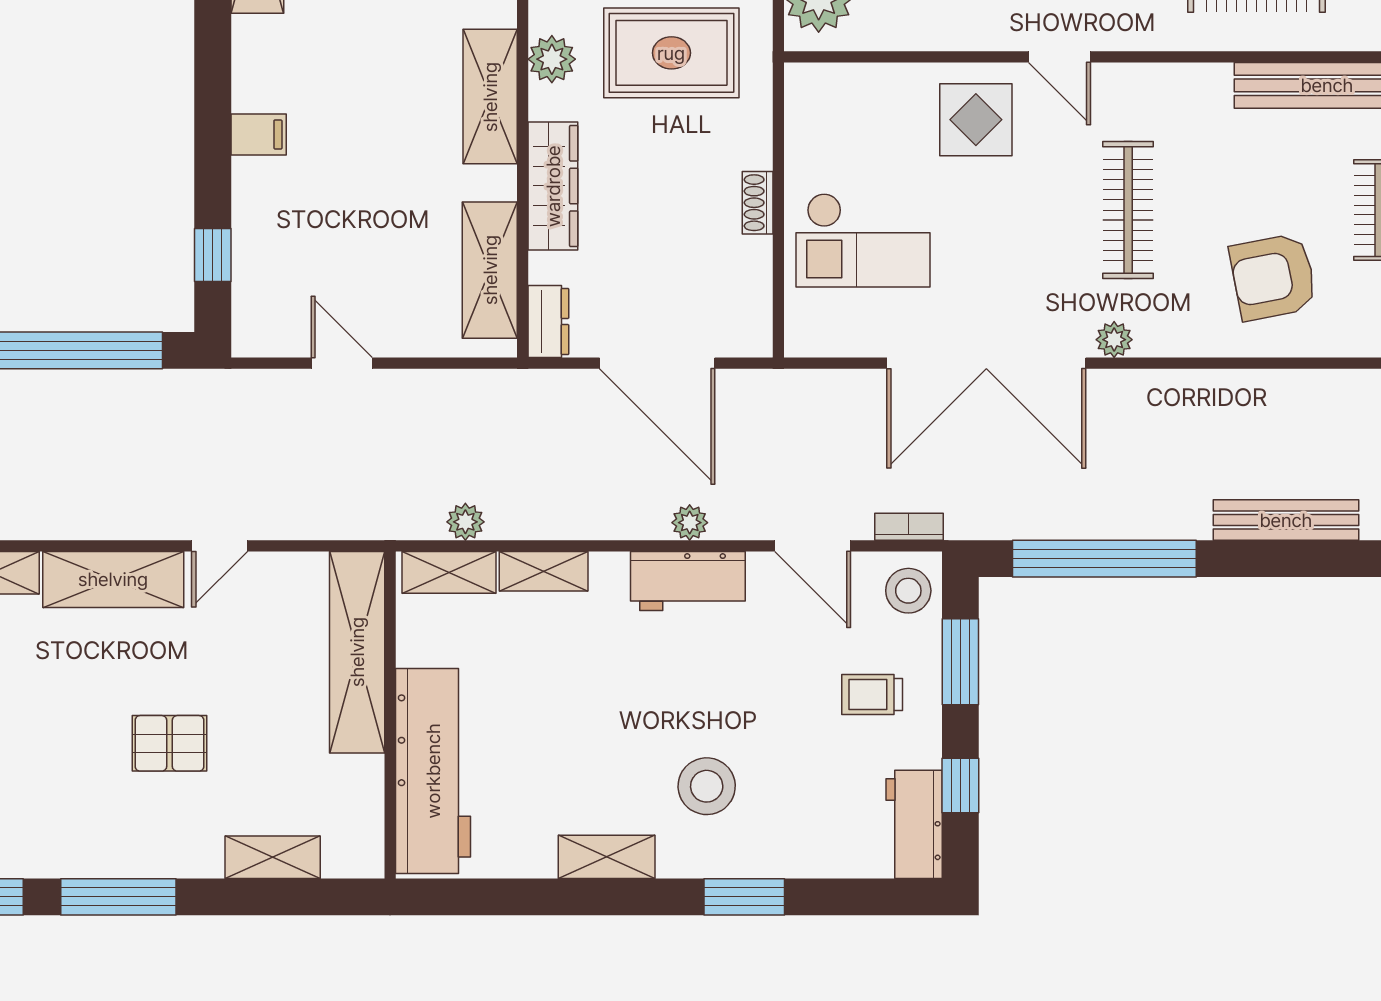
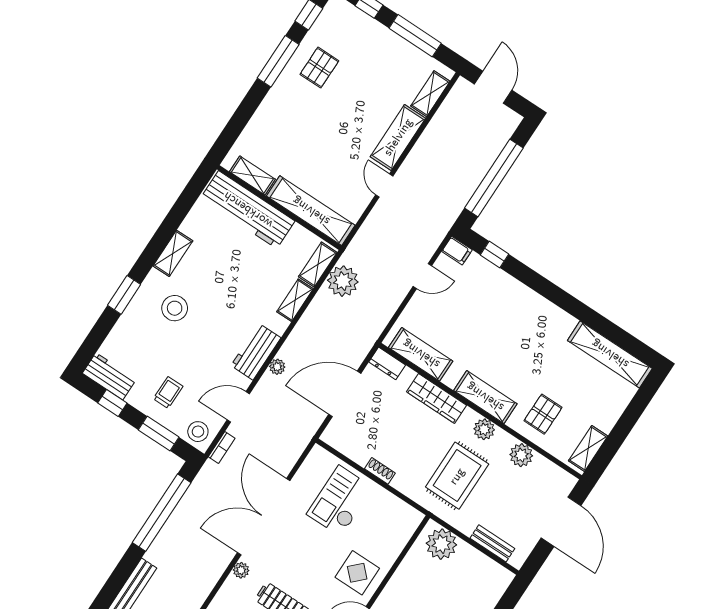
filing cabinet: (259, 134) -> (457, 251), moved, turned -90
plant: (465, 522) -> (343, 281), width x1.87, depth x1.87
pallet: (169, 743) -> (319, 68), moved
shelving: (273, 857) -> (252, 175), moved, turned 90

